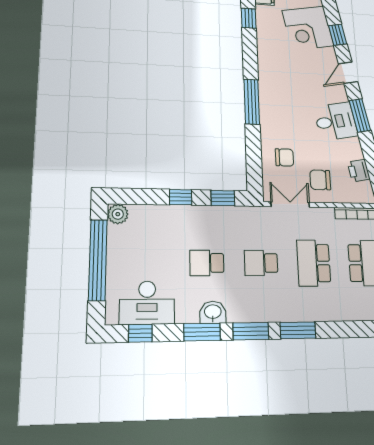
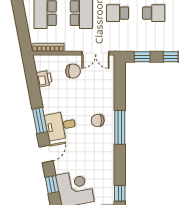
desk: (336, 121) -> (61, 126), moved
chair: (284, 157) -> (98, 121), moved
school desk: (261, 263) -> (118, 13), turned 180

